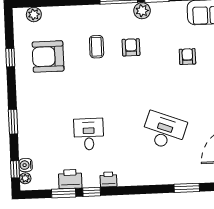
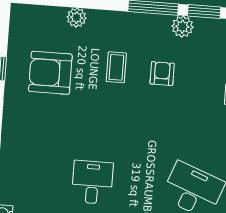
plant: (34, 14) -> (77, 18), moved

